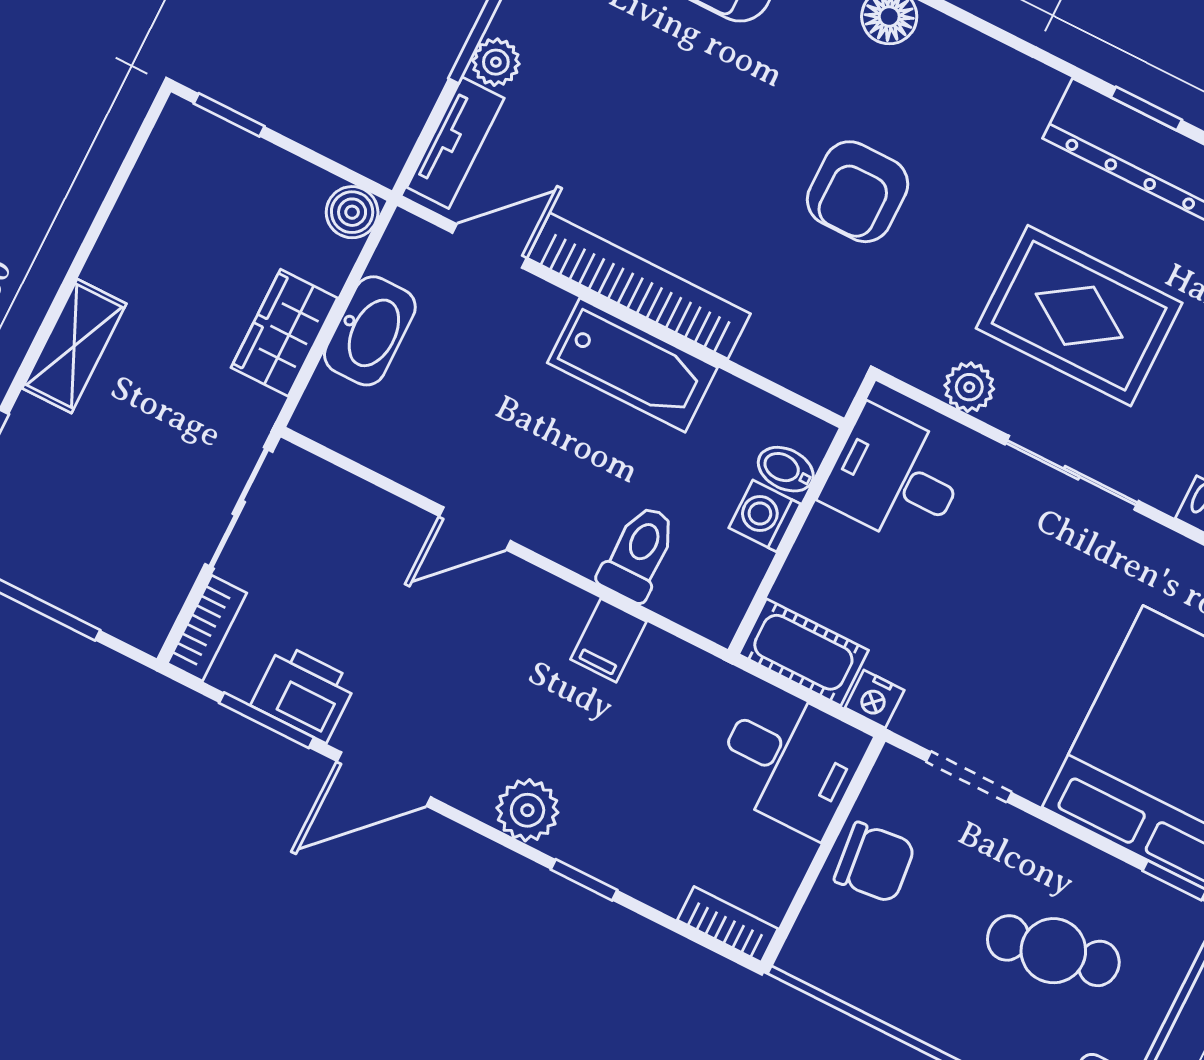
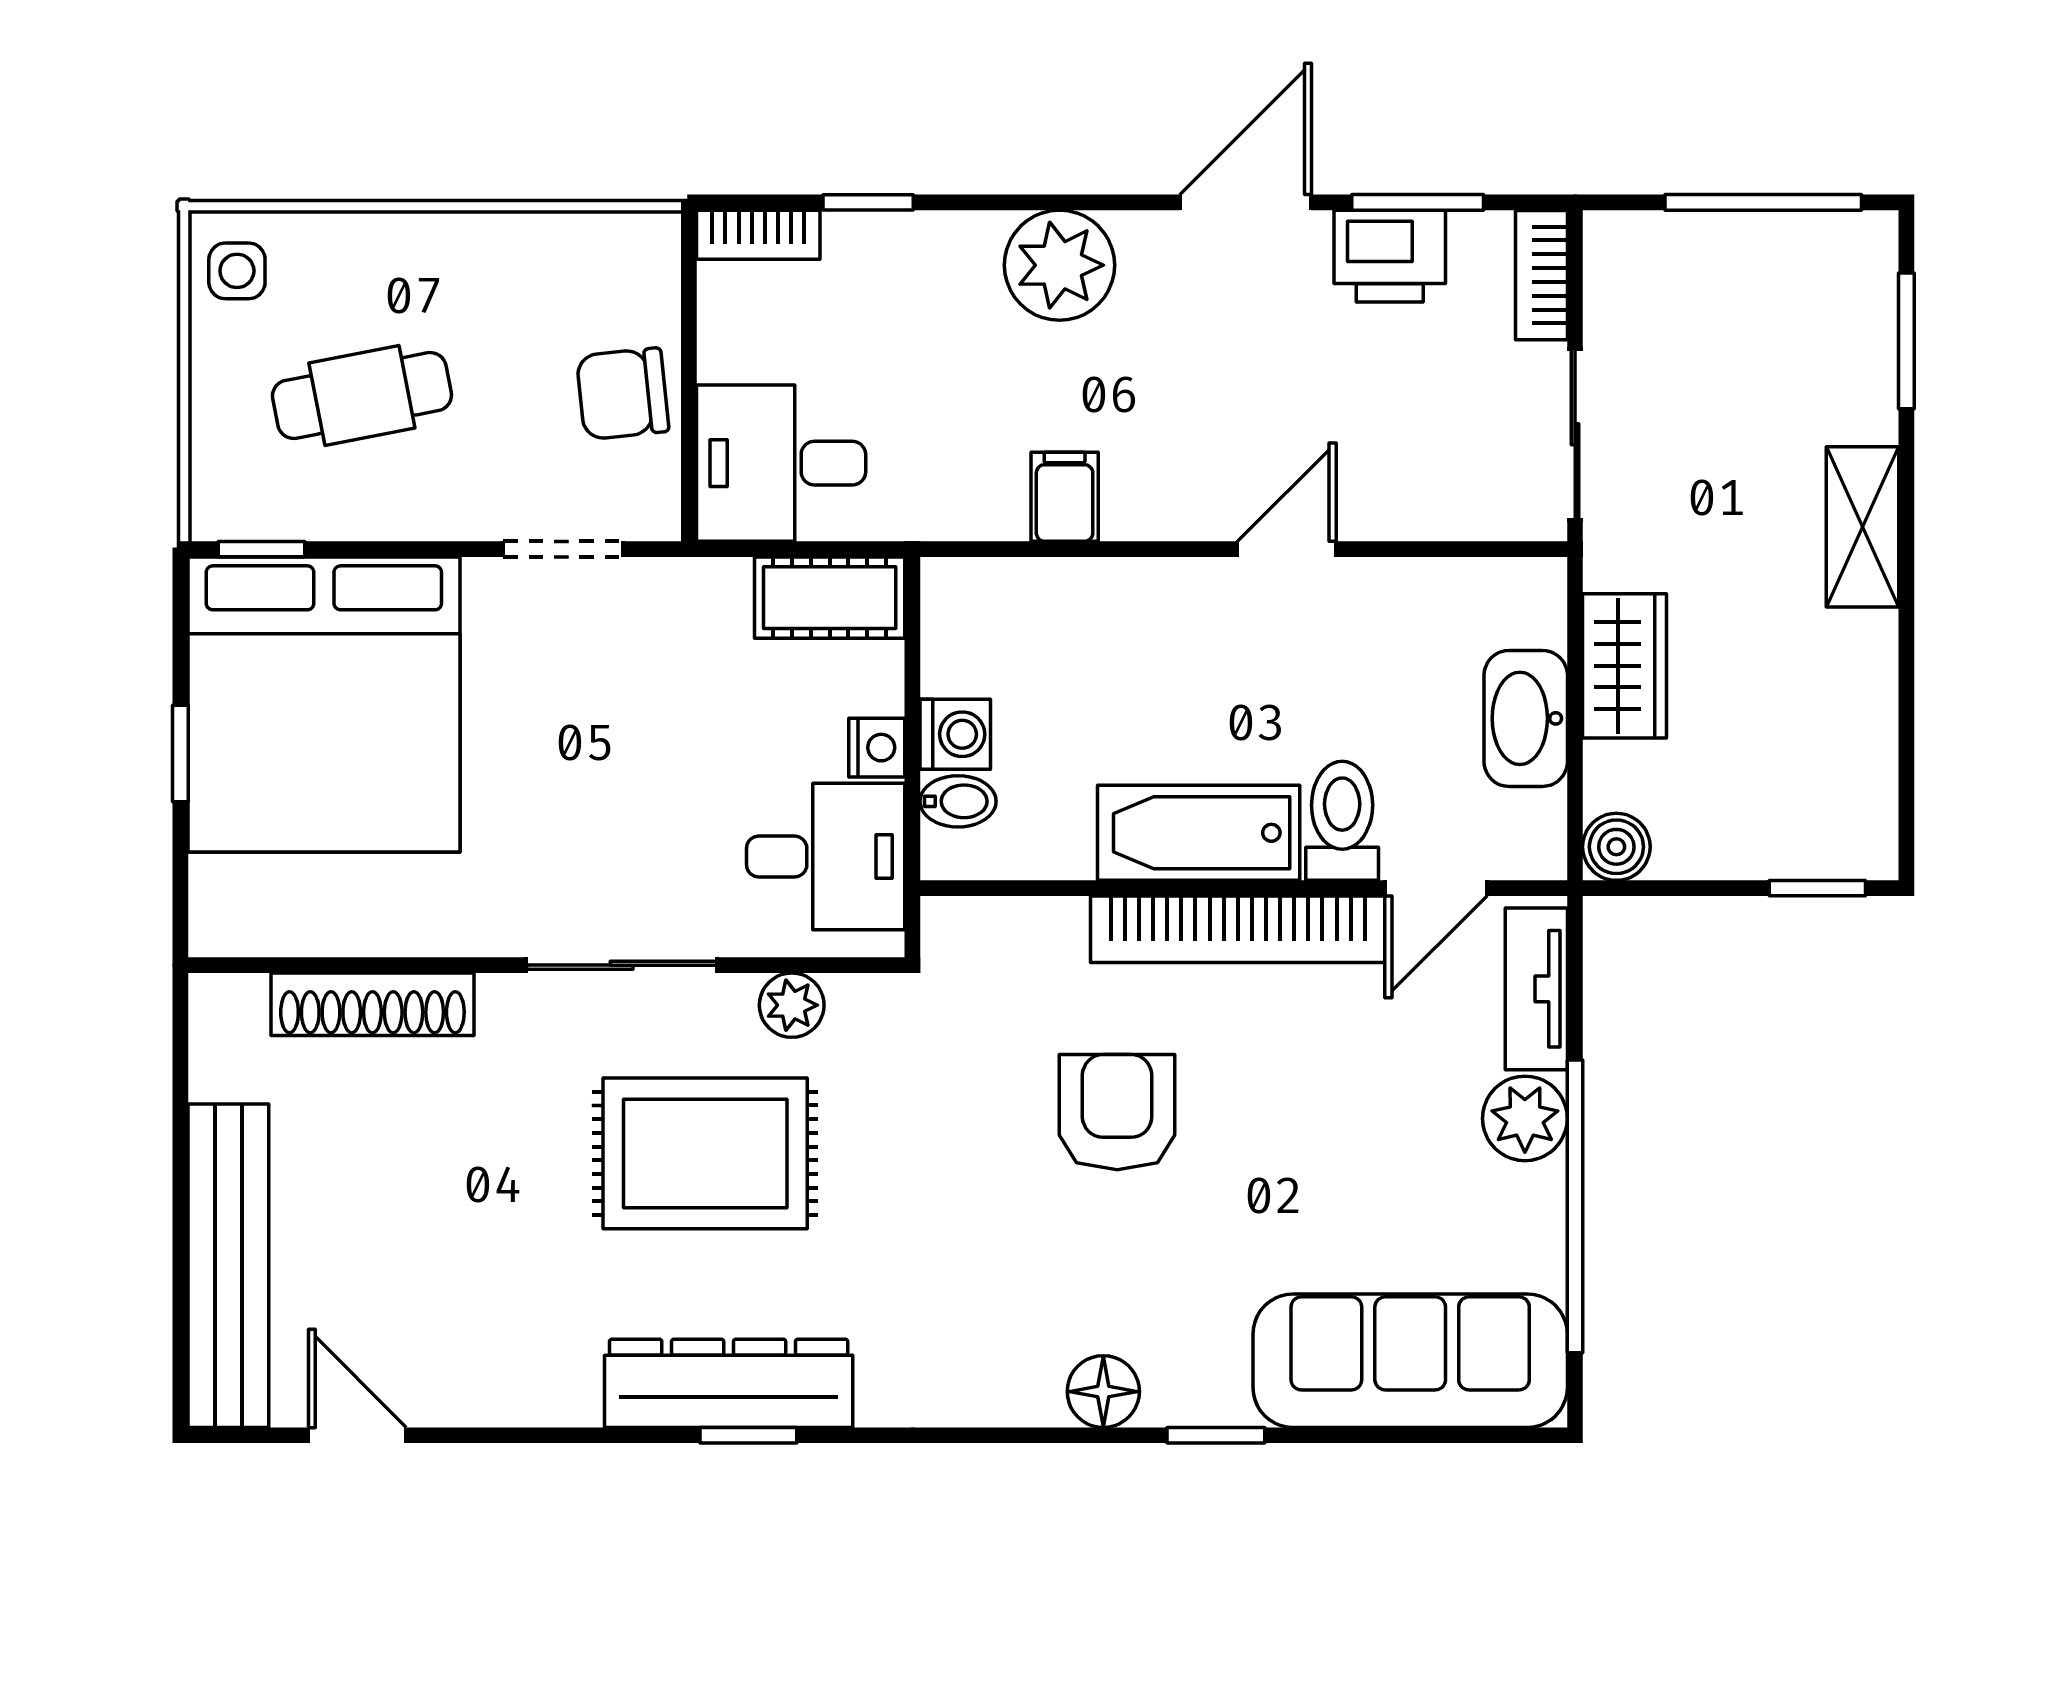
plant: (496, 62) -> (1525, 1118), width x1.38, depth x1.38
armchair: (858, 192) -> (1117, 1112), moved
toilet: (638, 553) -> (1342, 821), moved, turned 180
nightstand: (875, 699) -> (877, 748), moved, turned 90
plant: (527, 810) -> (1060, 265), width x1.36, depth x1.36
window: (584, 880) -> (868, 202), moved

